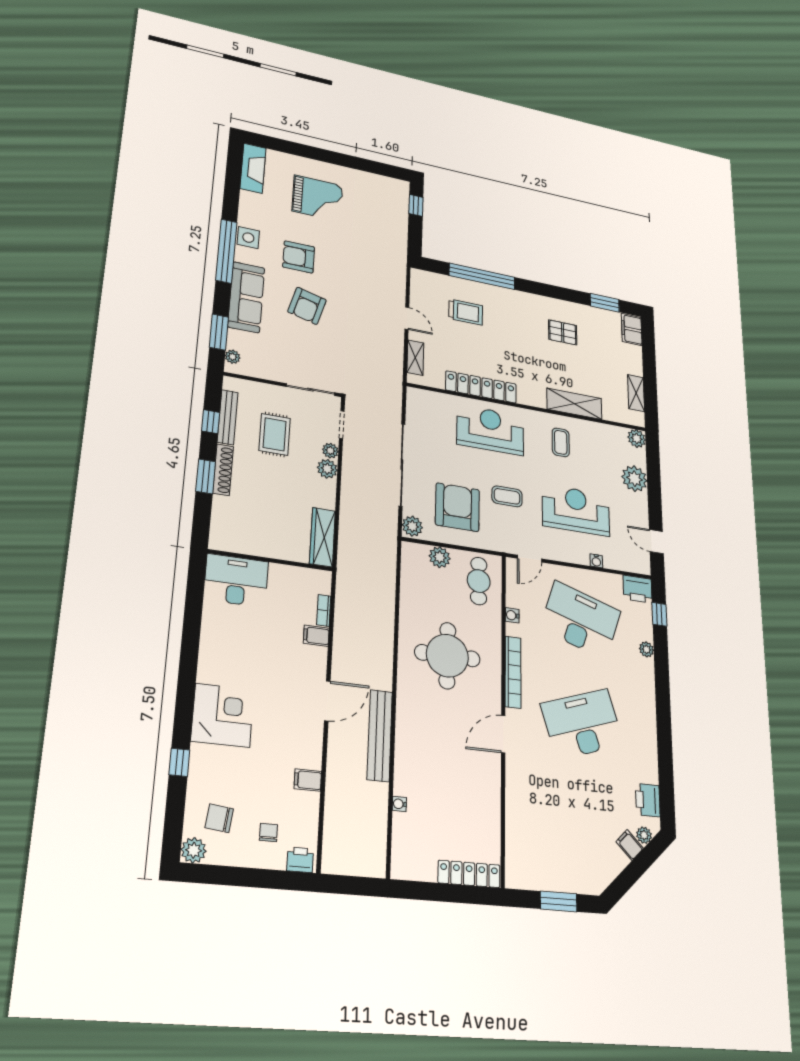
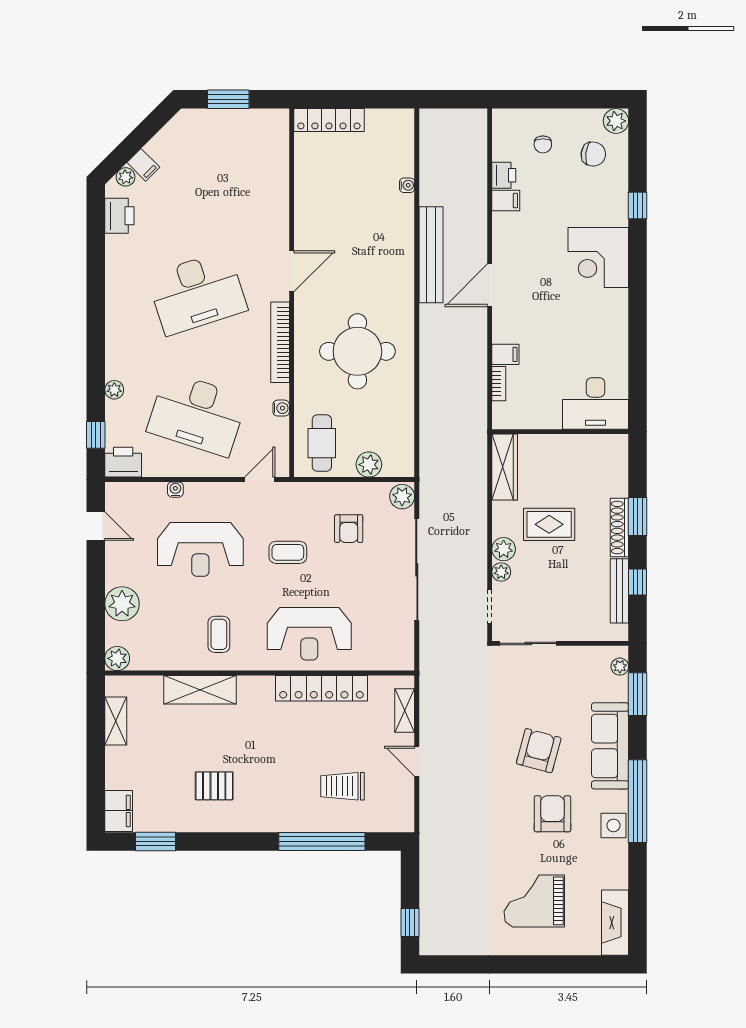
armchair: (299, 257) -> (552, 814), turned -90
rug: (275, 434) -> (549, 524), moved, turned 90
armchair: (457, 507) -> (349, 529), width x0.53, depth x0.53
printer: (300, 860) -> (504, 175), moved, turned -90

